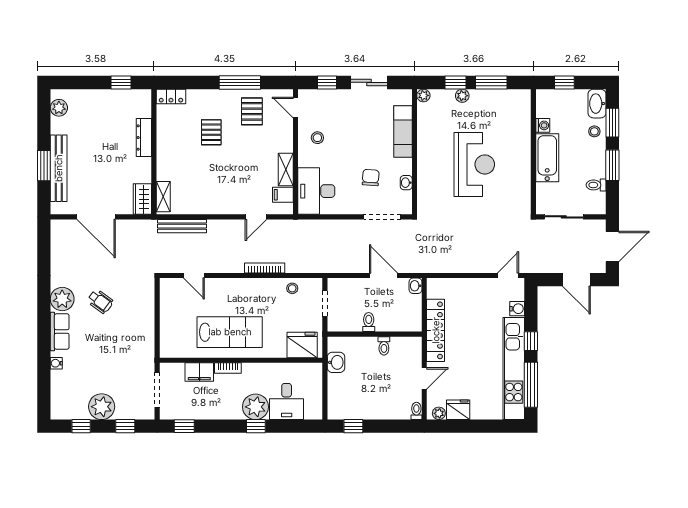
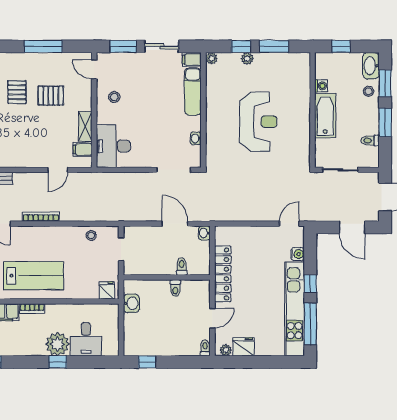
window: (327, 82) -> (123, 46), width x1.50
filing cabinet: (402, 97) -> (192, 60), added
pallet: (252, 111) -> (51, 96), moved, turned 90
chair: (371, 178) -> (163, 134), removed
bookcase: (265, 268) -> (41, 217), moved
toilet: (369, 322) -> (182, 266), moved
fridge: (302, 345) -> (107, 290), width x0.53, depth x0.75

